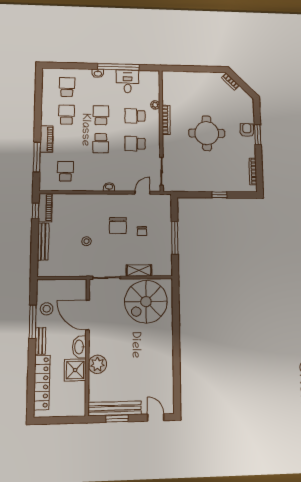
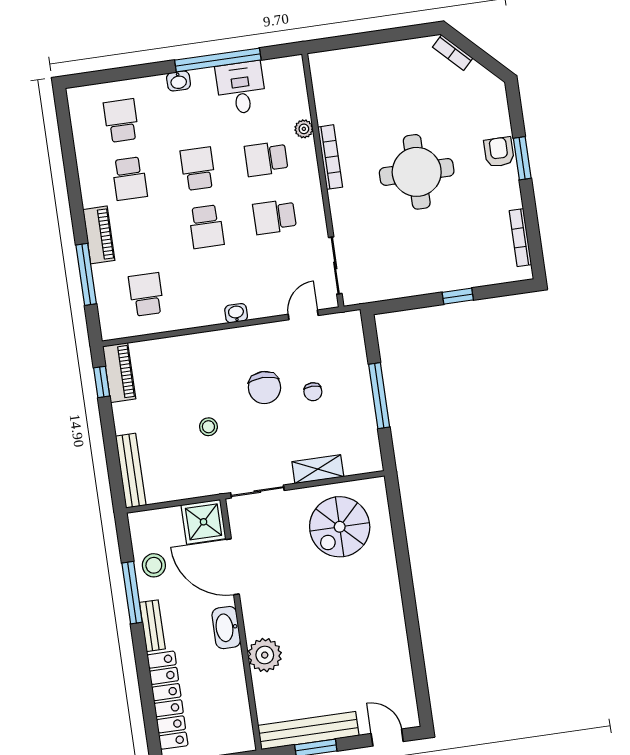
school desk: (66, 115) -> (130, 179), turned 180
bench: (43, 242) -> (131, 471), moved
spiral stairs: (146, 302) -> (340, 527), width x0.73, depth x0.73
shower: (75, 370) -> (204, 522), moved

